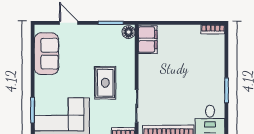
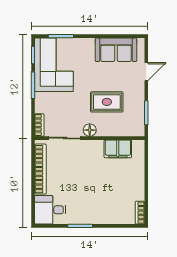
floor lamp: (129, 32) -> (90, 130), moved
filing cabinet: (148, 40) -> (118, 149), moved
rug: (105, 83) -> (107, 102), moved

